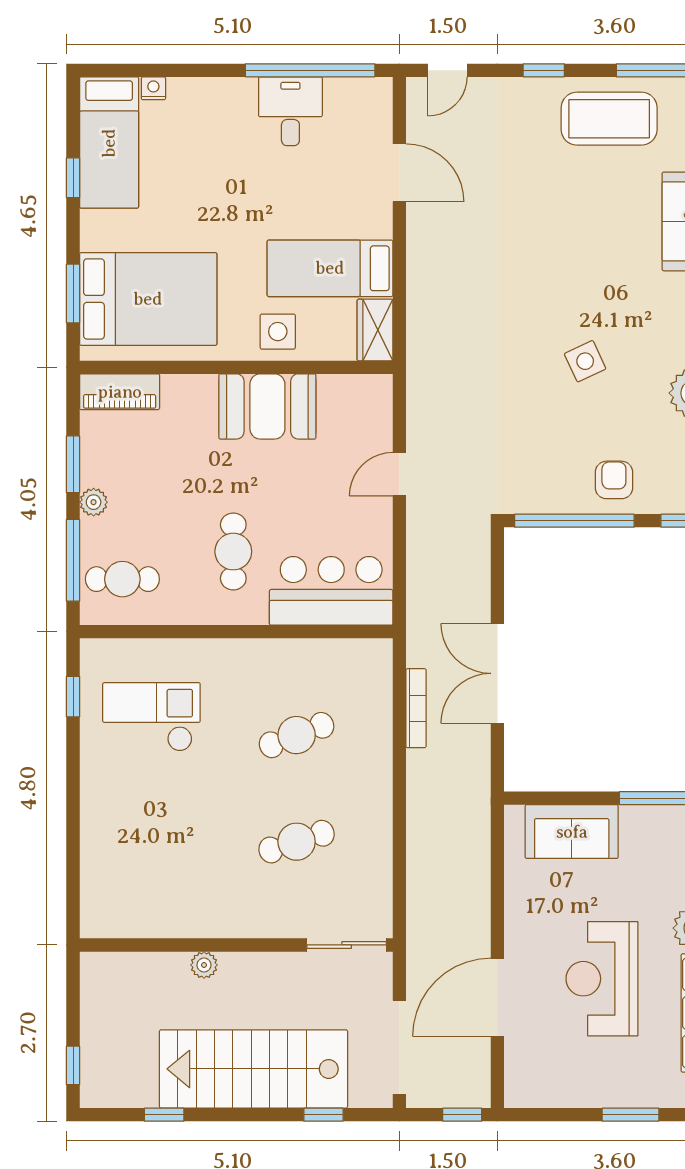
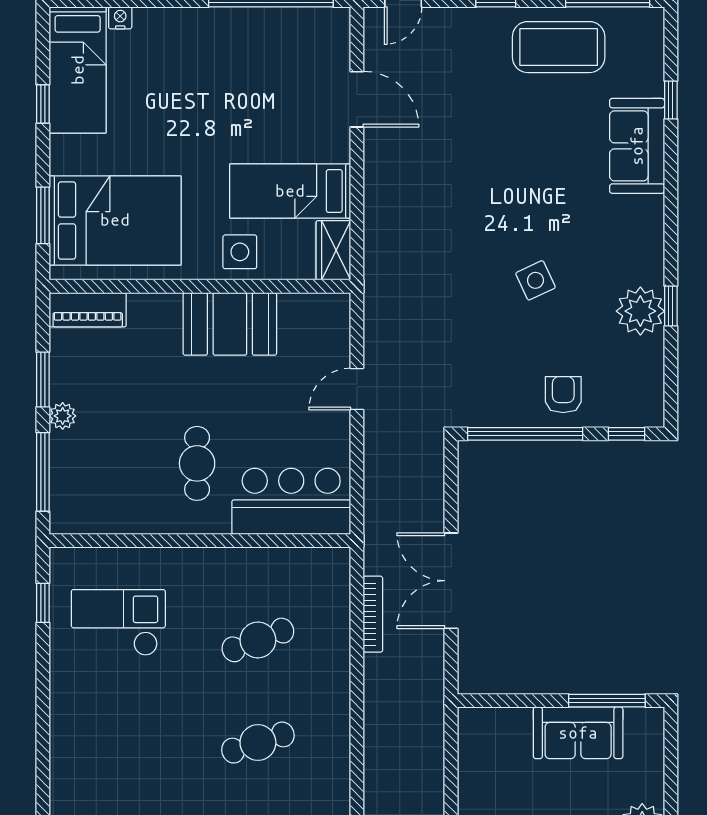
desk: (290, 111) -> (252, 40), removed
cafe table: (122, 579) -> (90, 490), removed
sofa: (572, 832) -> (578, 733), moved

